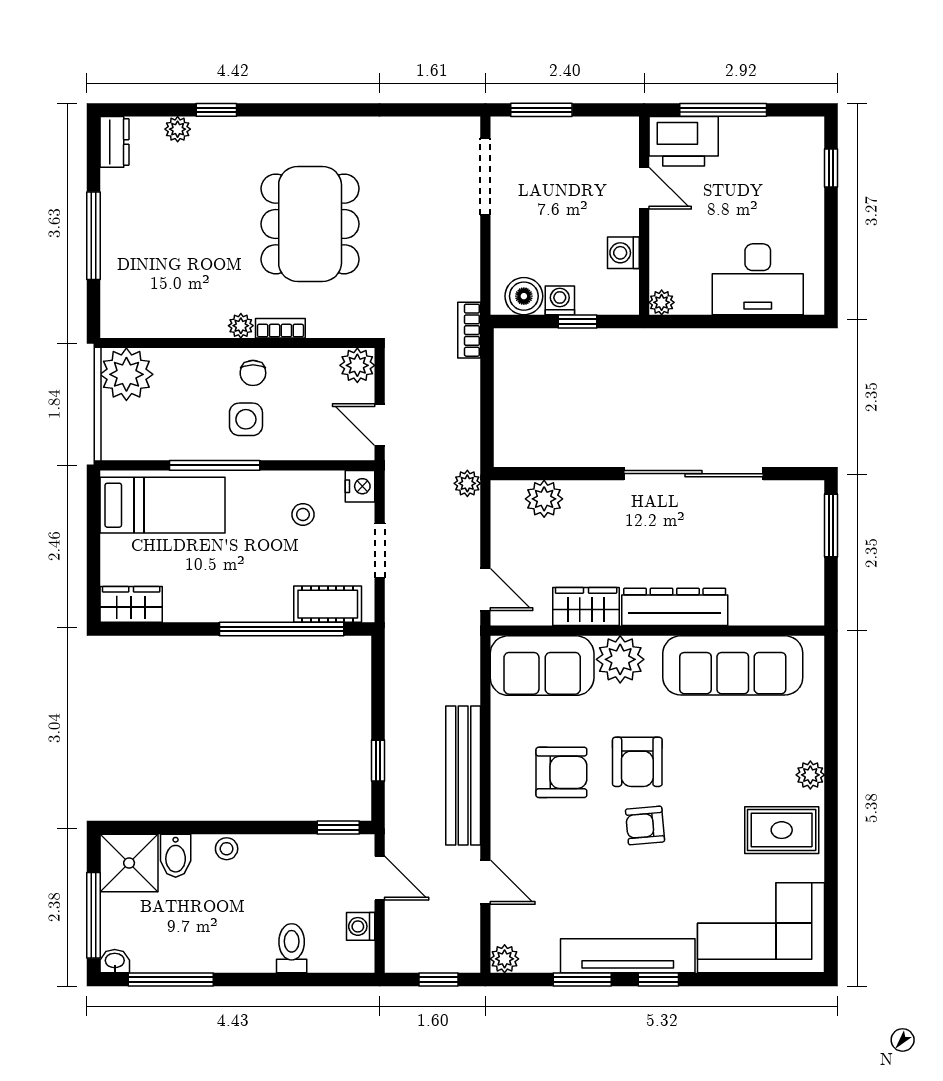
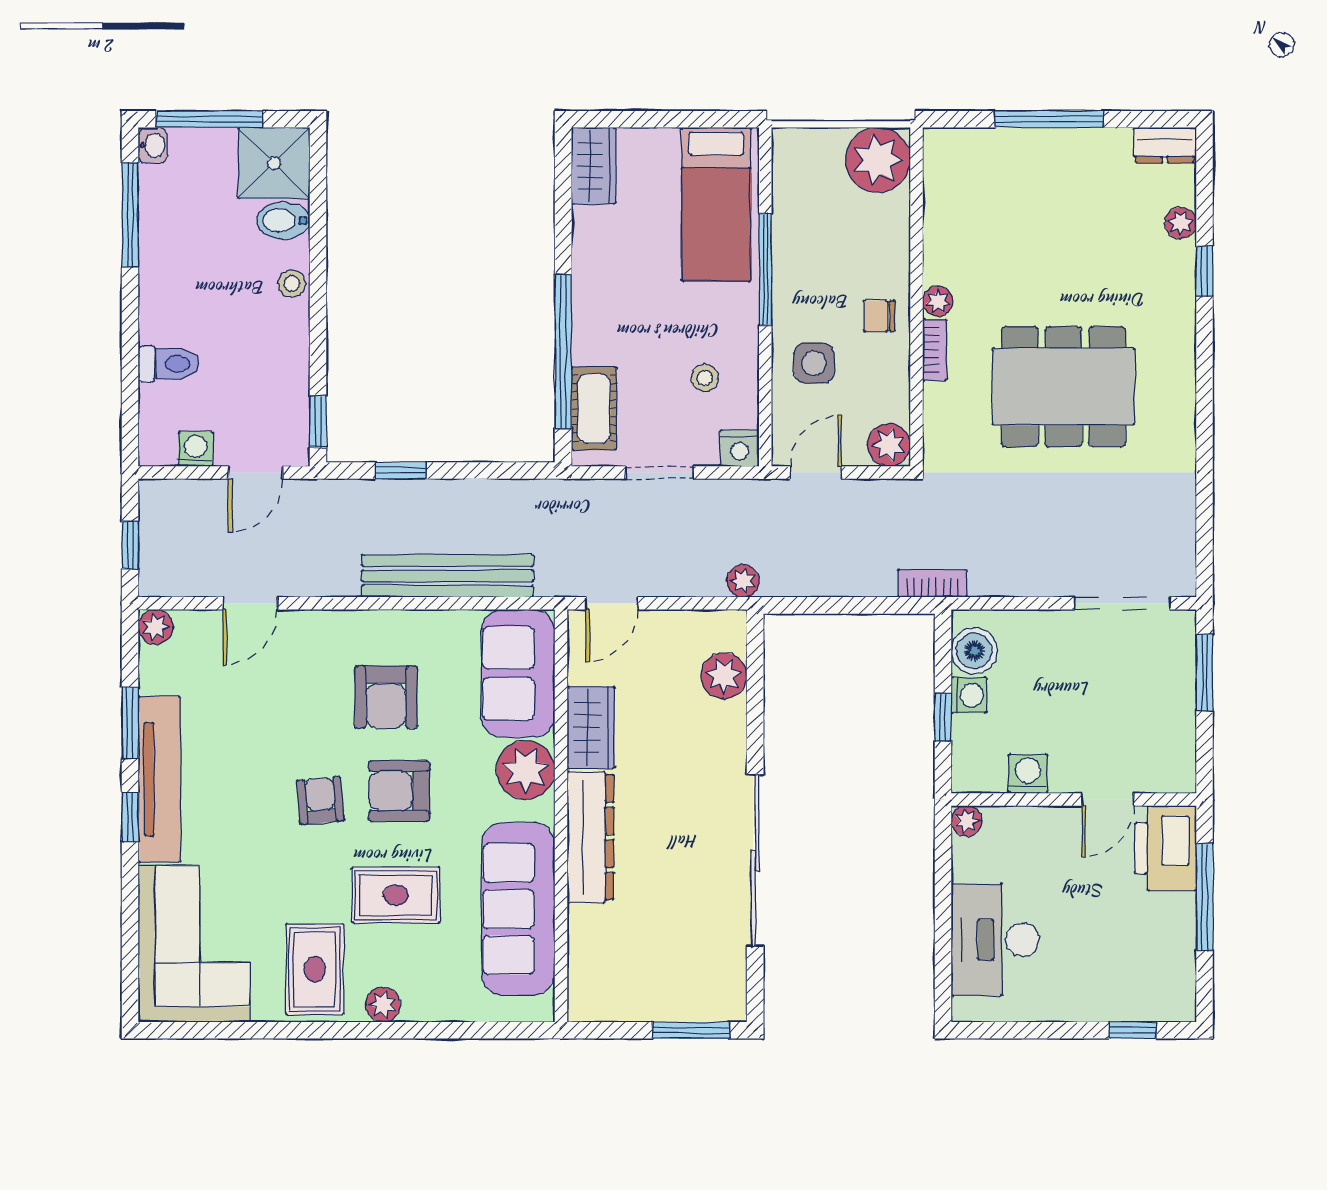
side table: (246, 419) -> (814, 363), moved
rug: (722, 765) -> (396, 895), added
bench: (463, 776) -> (447, 576), moved

